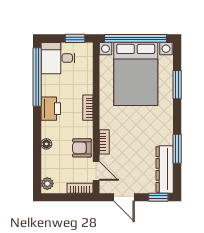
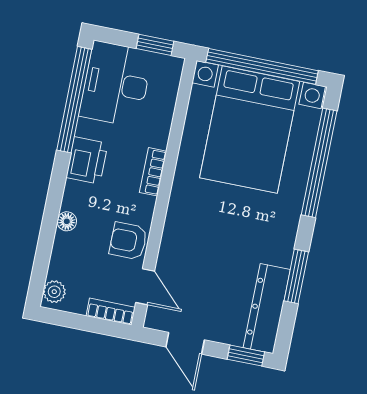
desk: (58, 58) -> (116, 84), width x1.37
window: (177, 85) -> (319, 163), width x2.11
bookcase: (104, 142) -> (170, 238), removed

